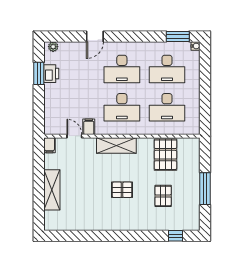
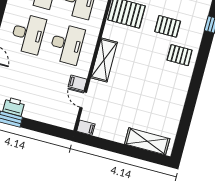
door: (74, 136) -> (83, 100), hinge flipped
shelving: (52, 190) -> (147, 141), moved
pallet: (122, 190) -> (180, 55), moved, turned 90

